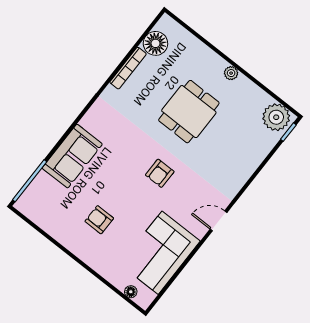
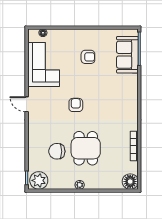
floor lamp: (155, 43) -> (130, 182), moved
chair: (227, 135) -> (57, 151), added
sofa: (72, 156) -> (127, 55), moved
door: (218, 221) -> (27, 104), swing flipped

